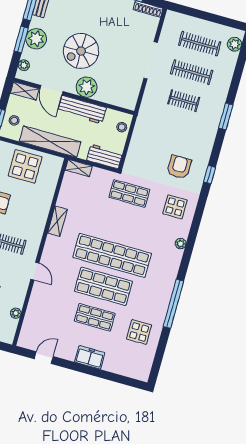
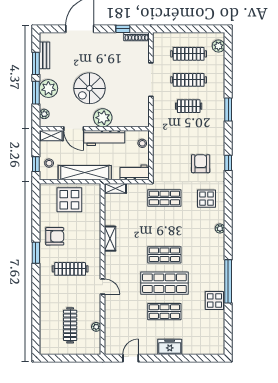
shop shelf: (112, 255) -> (164, 255), width x0.50, depth x0.74
display table: (139, 332) -> (214, 301), moved

